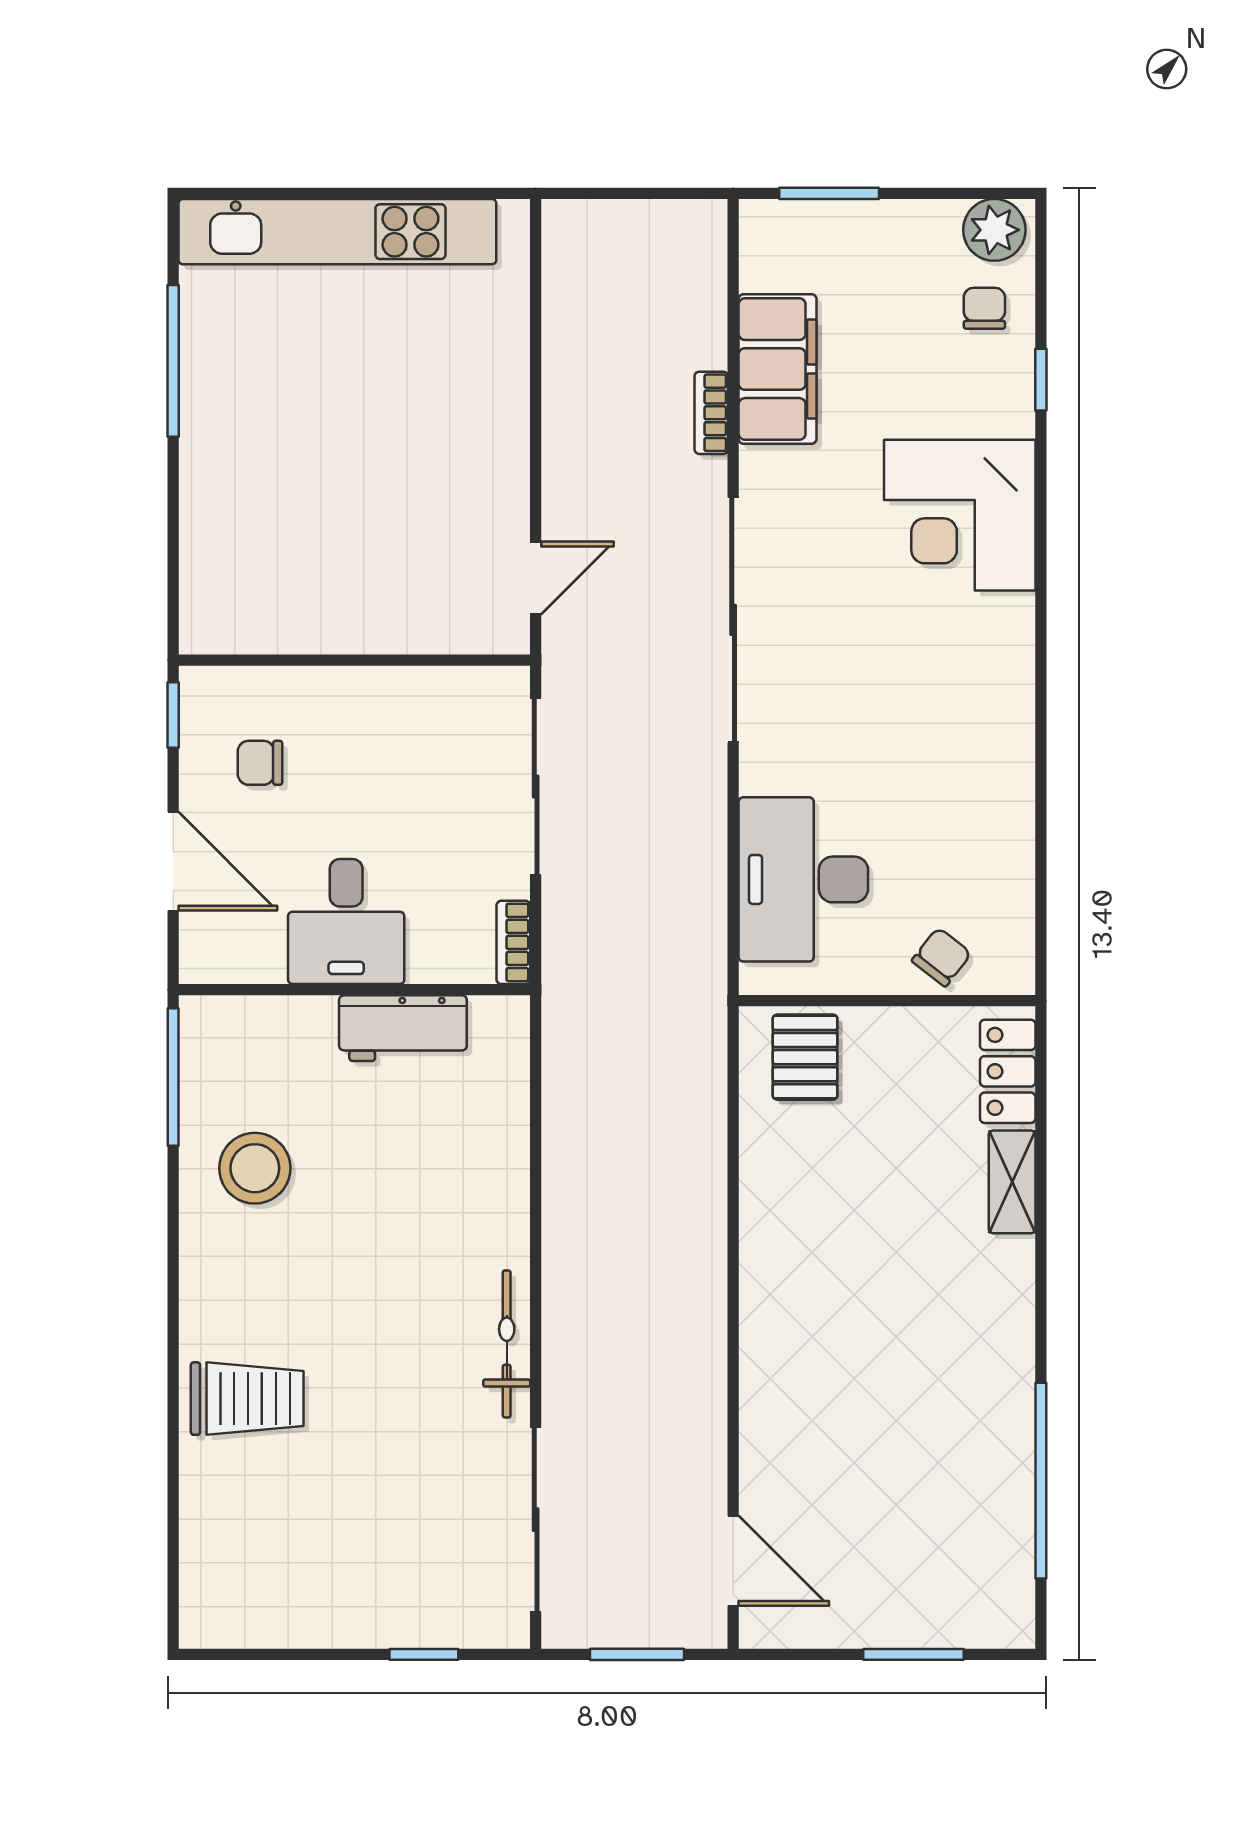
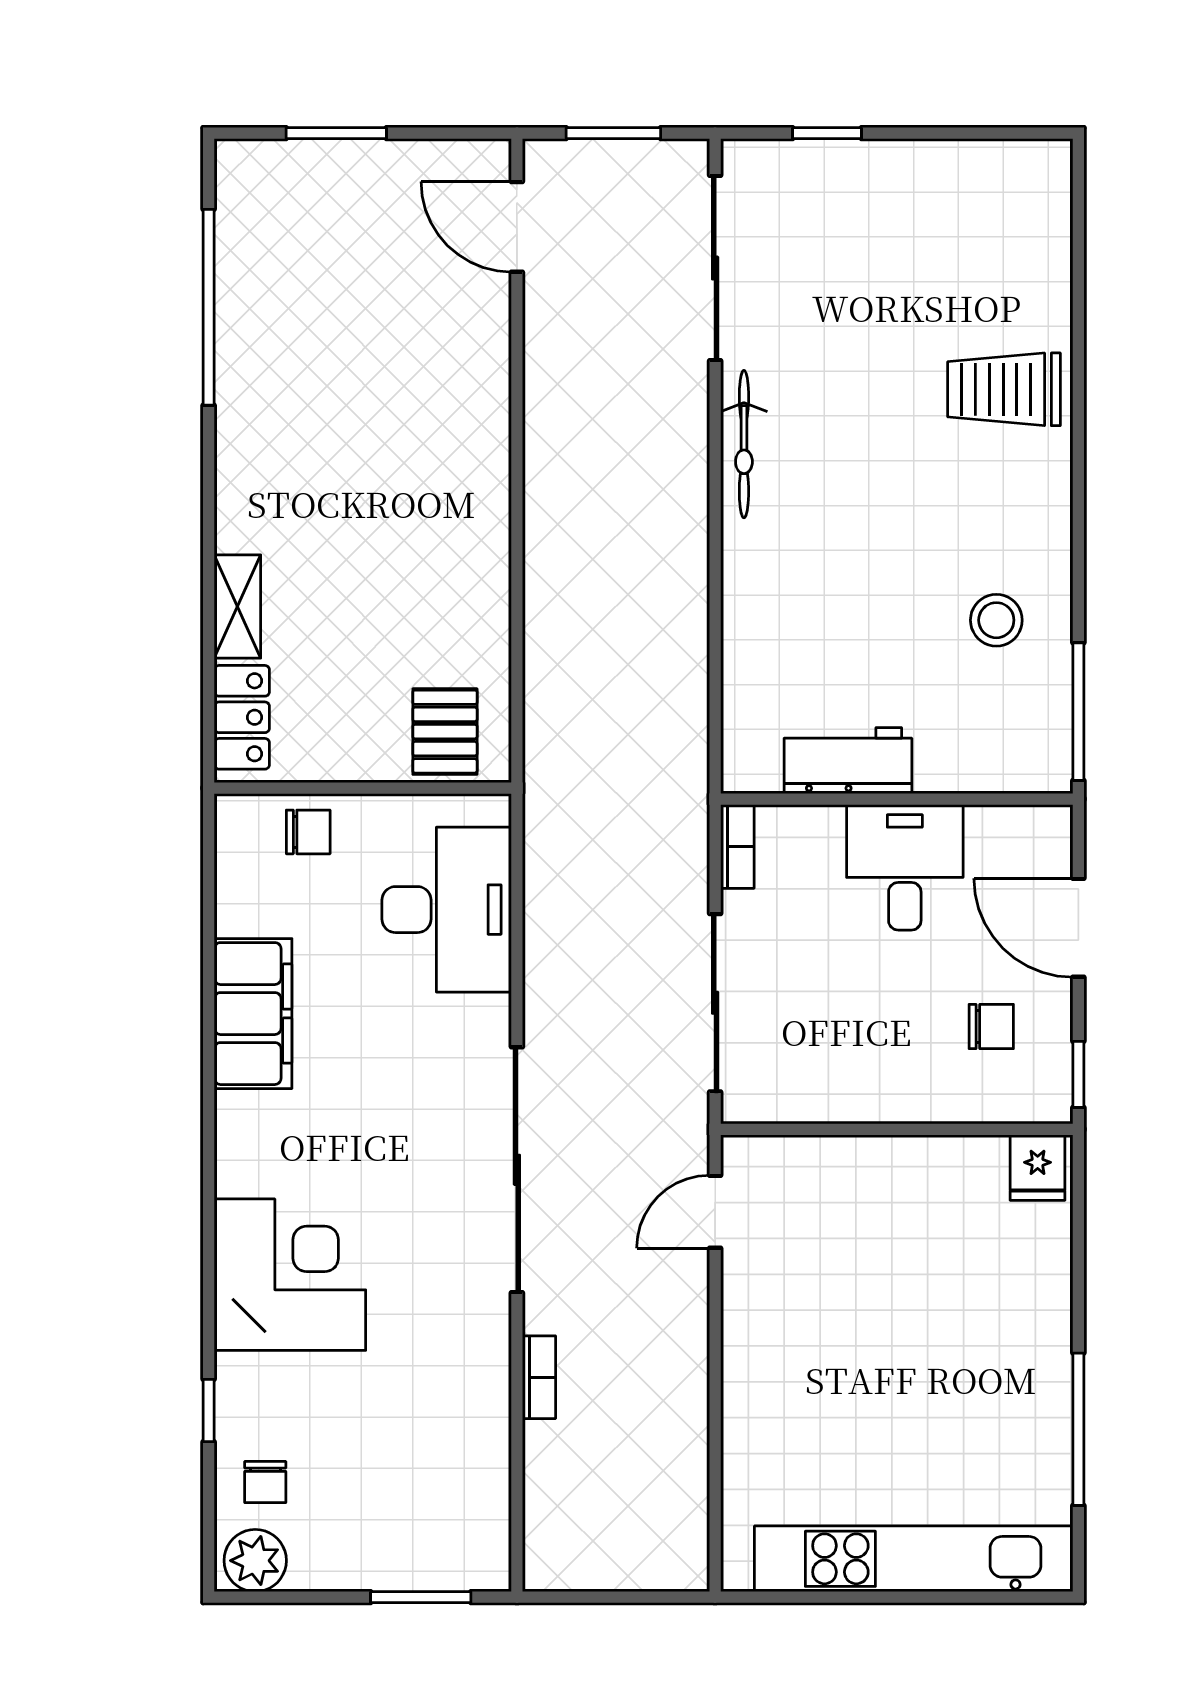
filing cabinet: (778, 369) -> (253, 1014), moved, turned 180
fridge: (214, 622) -> (1038, 1168), added
chair: (942, 957) -> (308, 832), turned -128
stool: (255, 1168) -> (996, 620), width x0.73, depth x0.73

